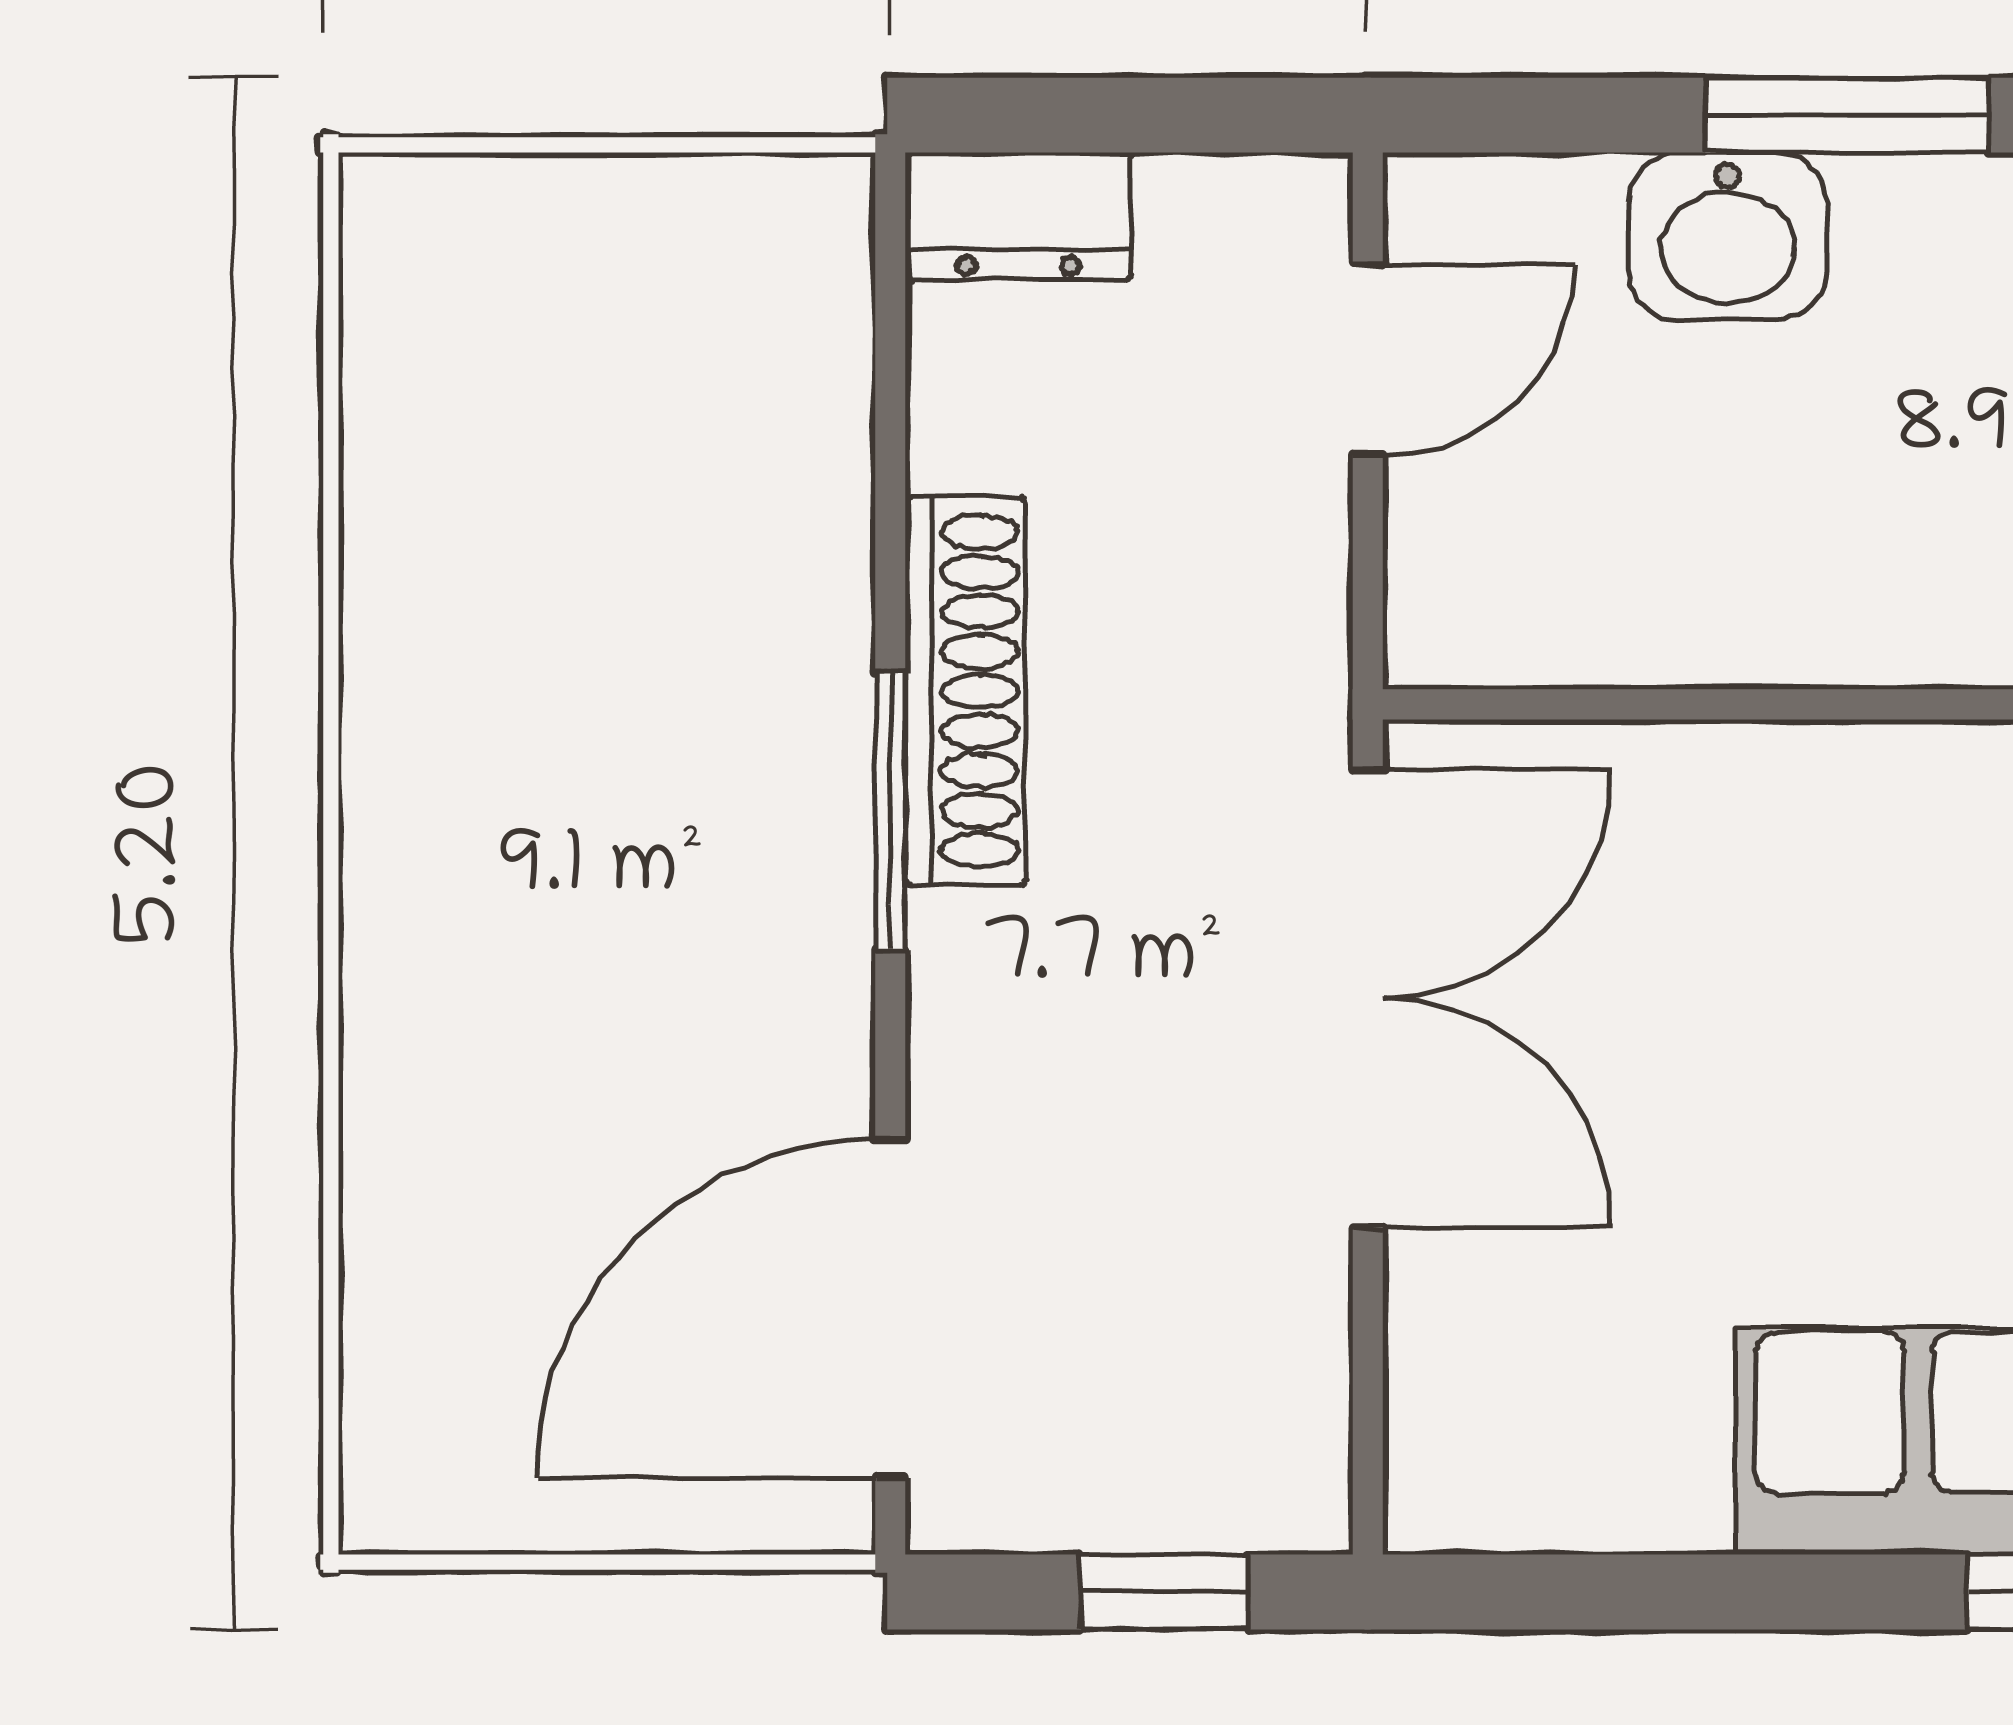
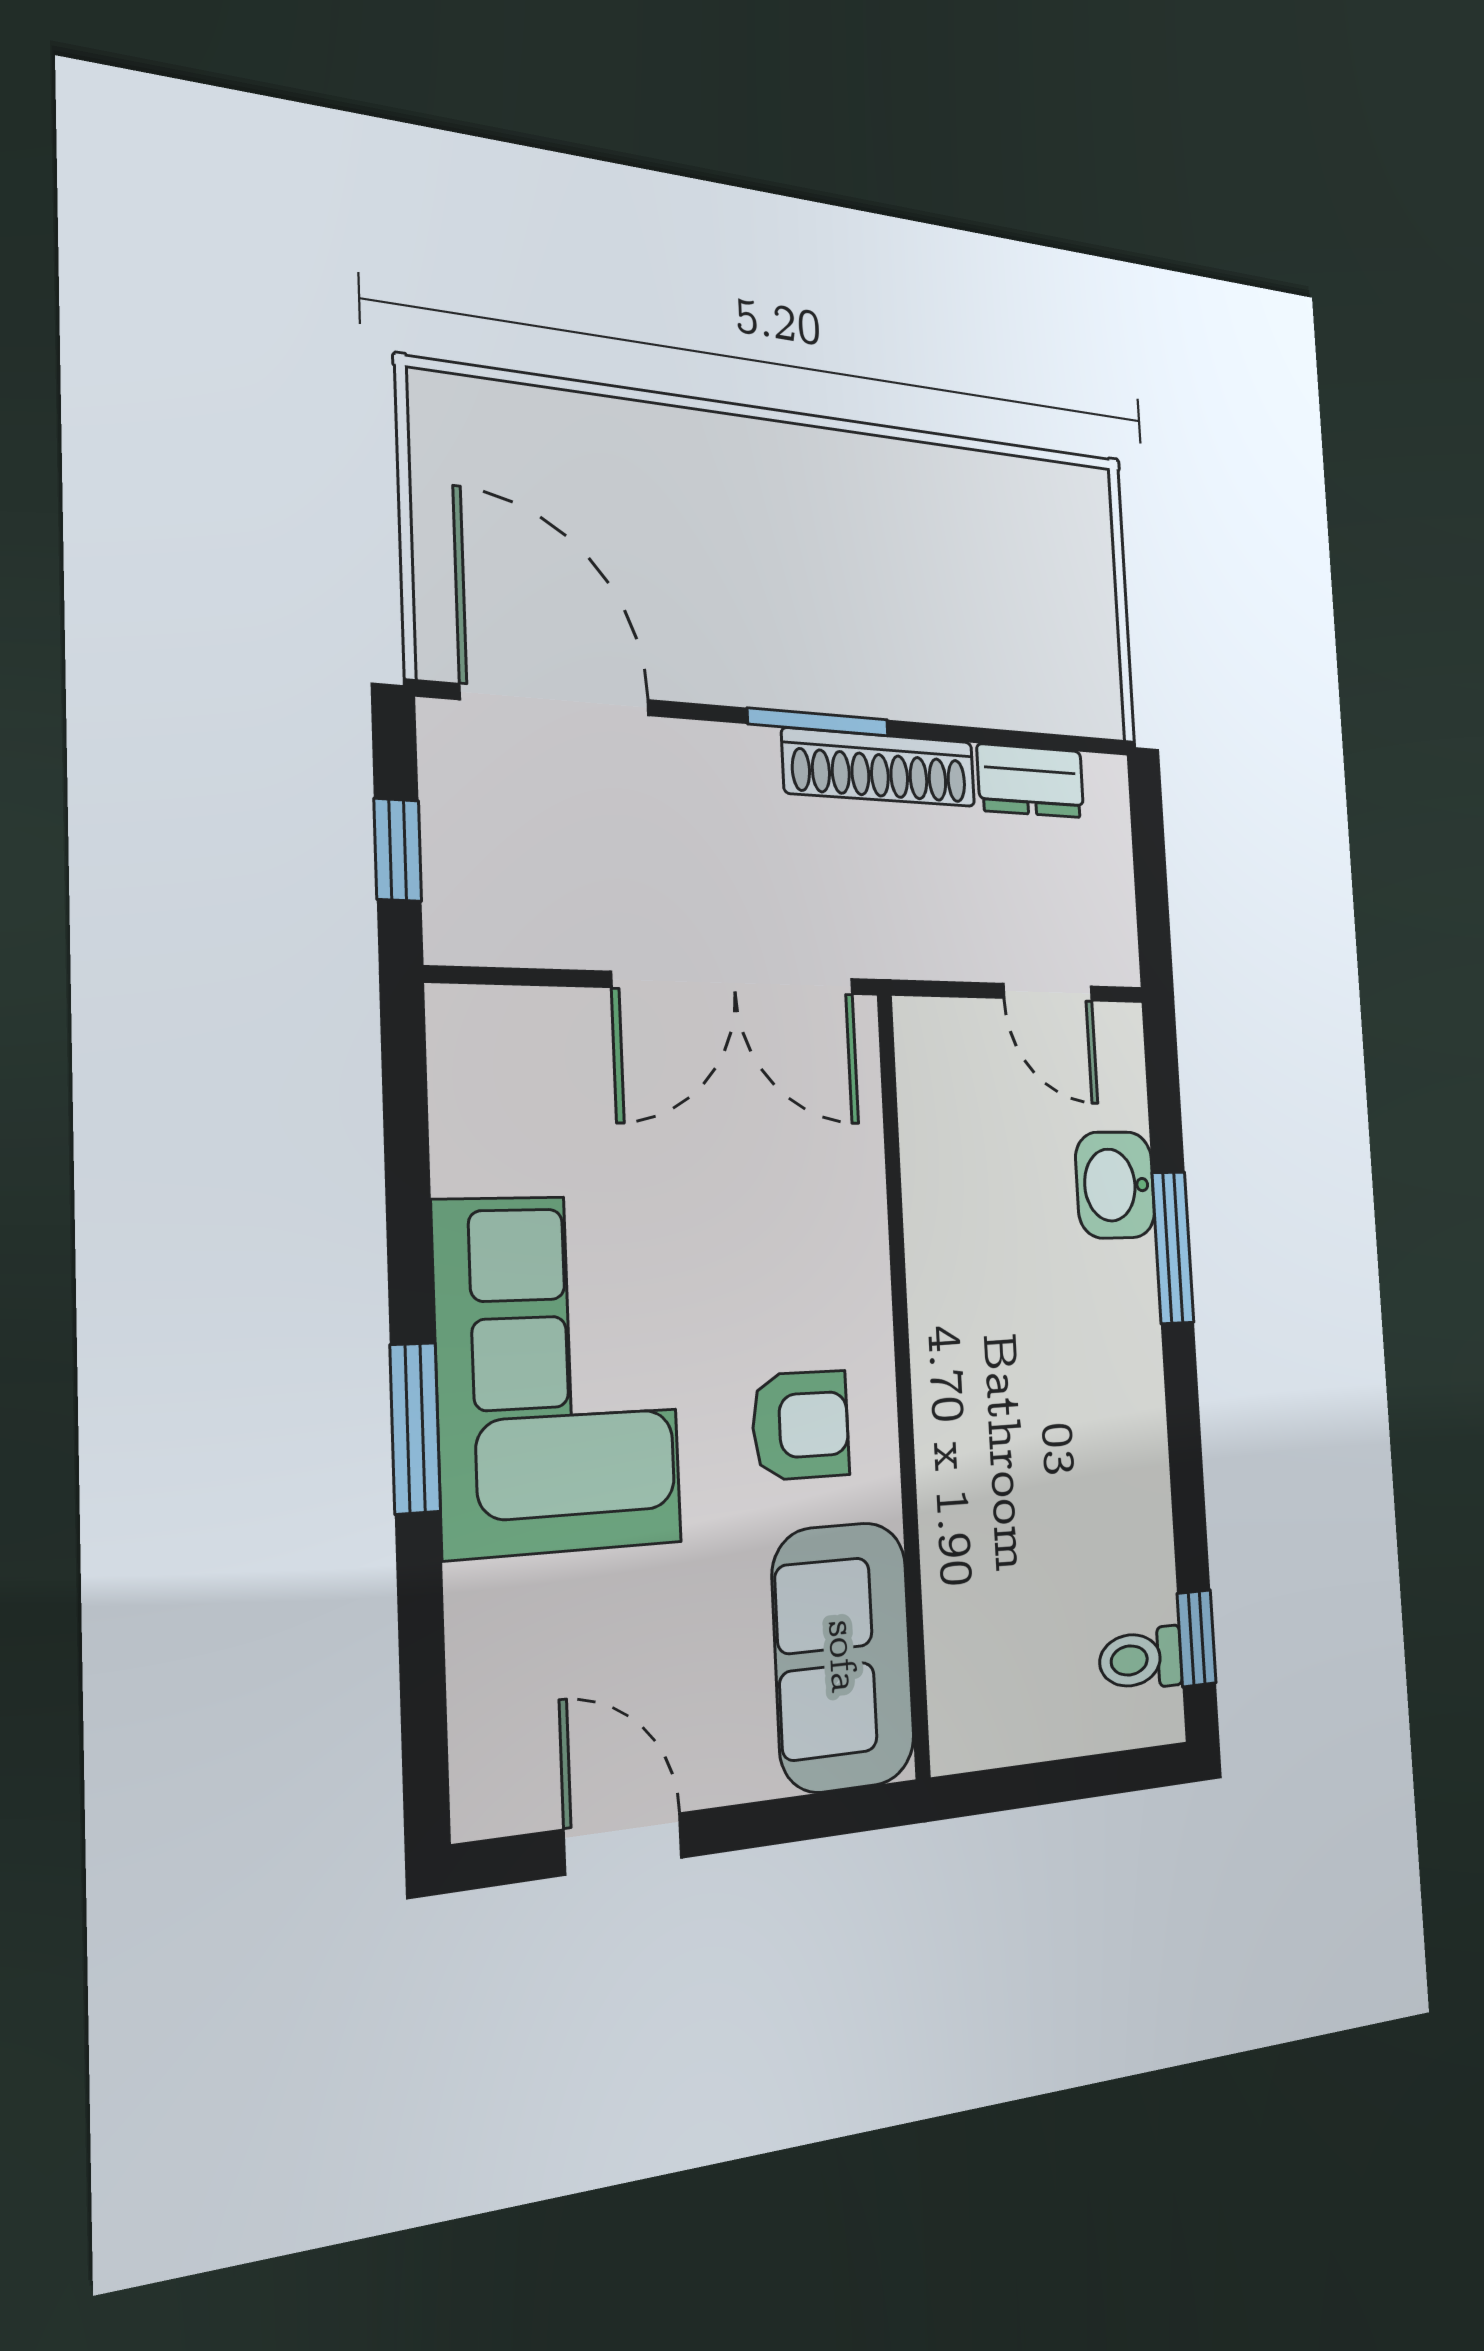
dresser: (1018, 216) -> (1031, 781), moved, turned -90

